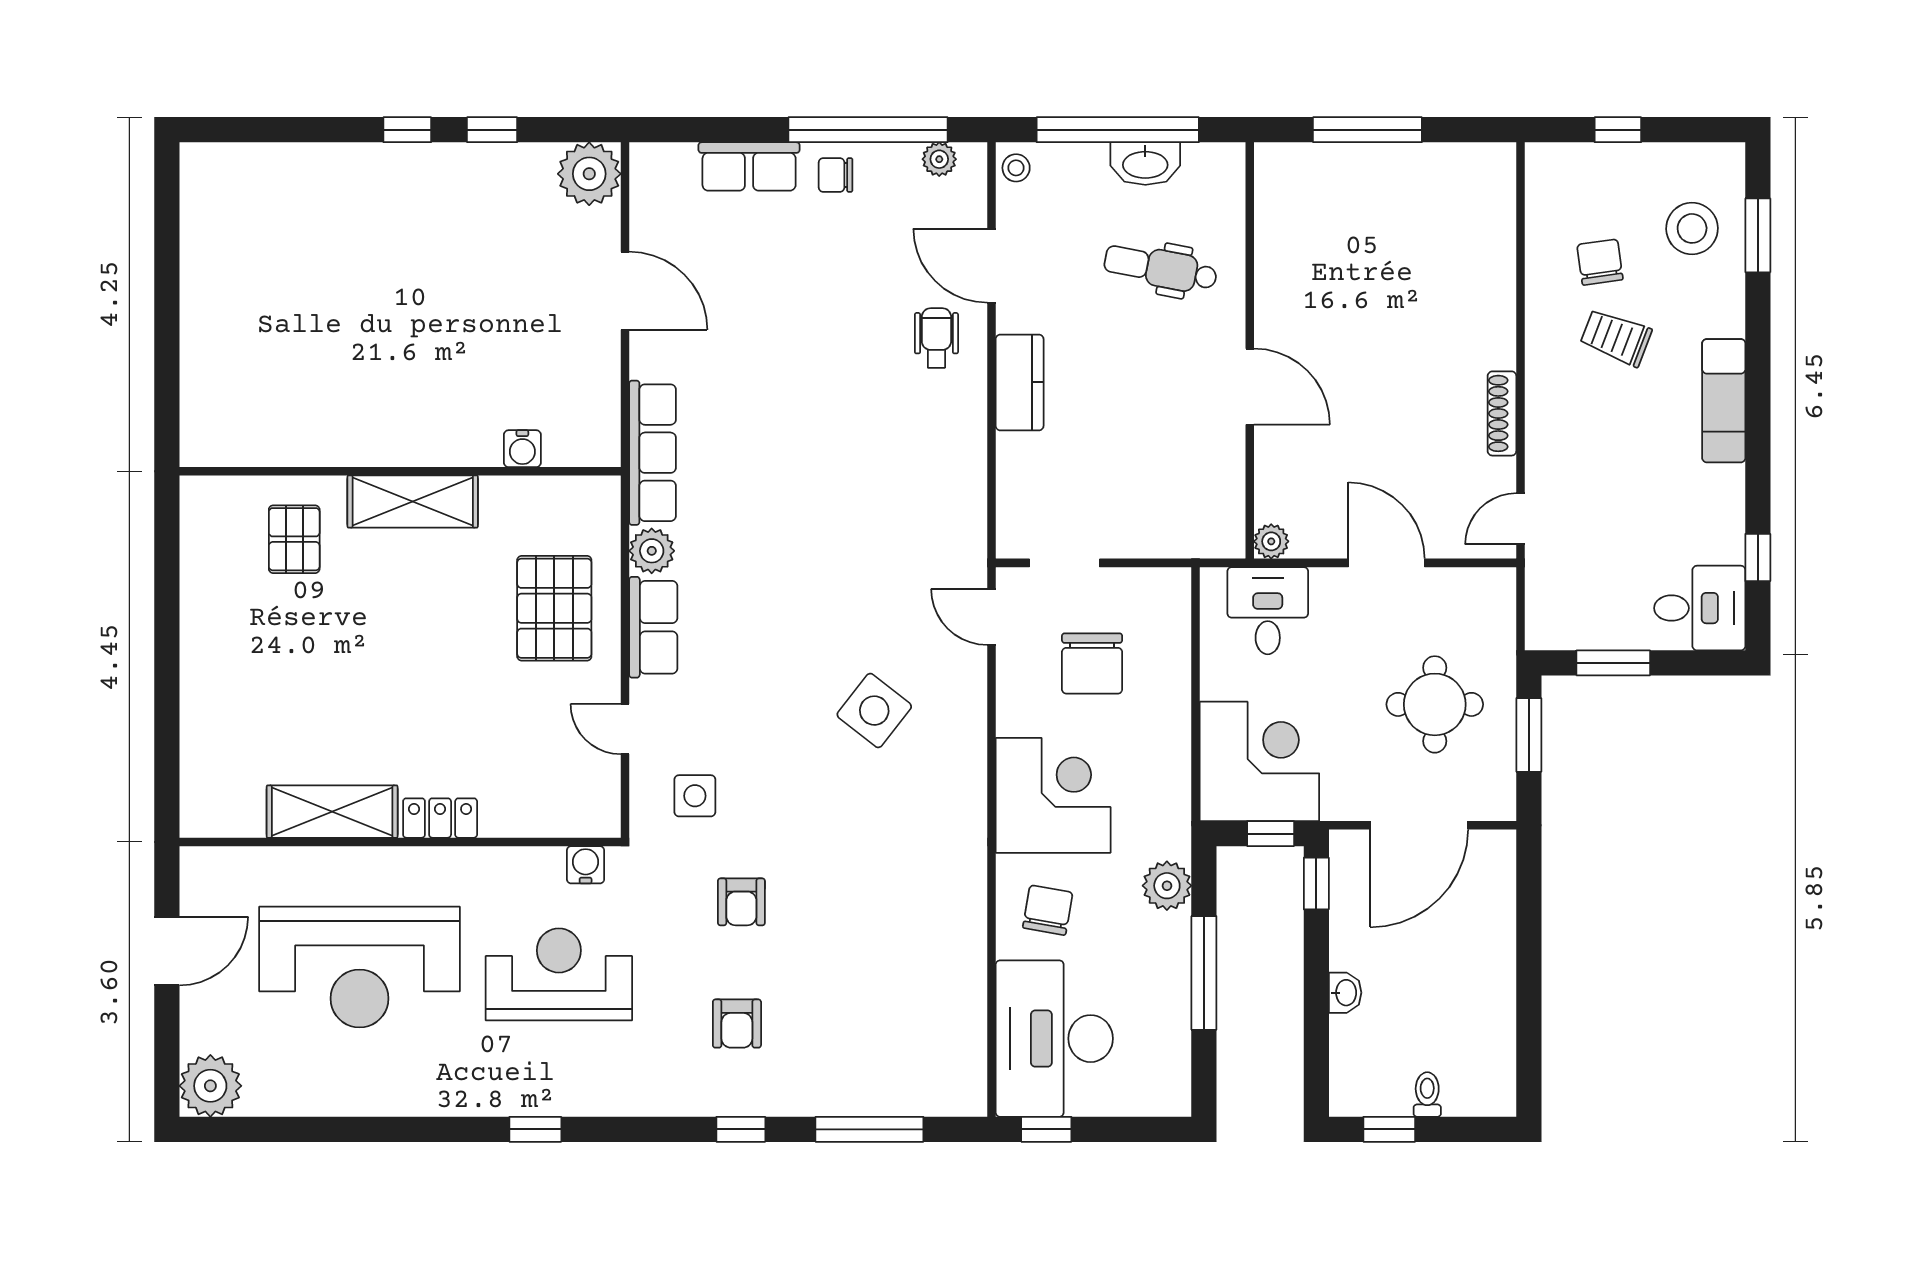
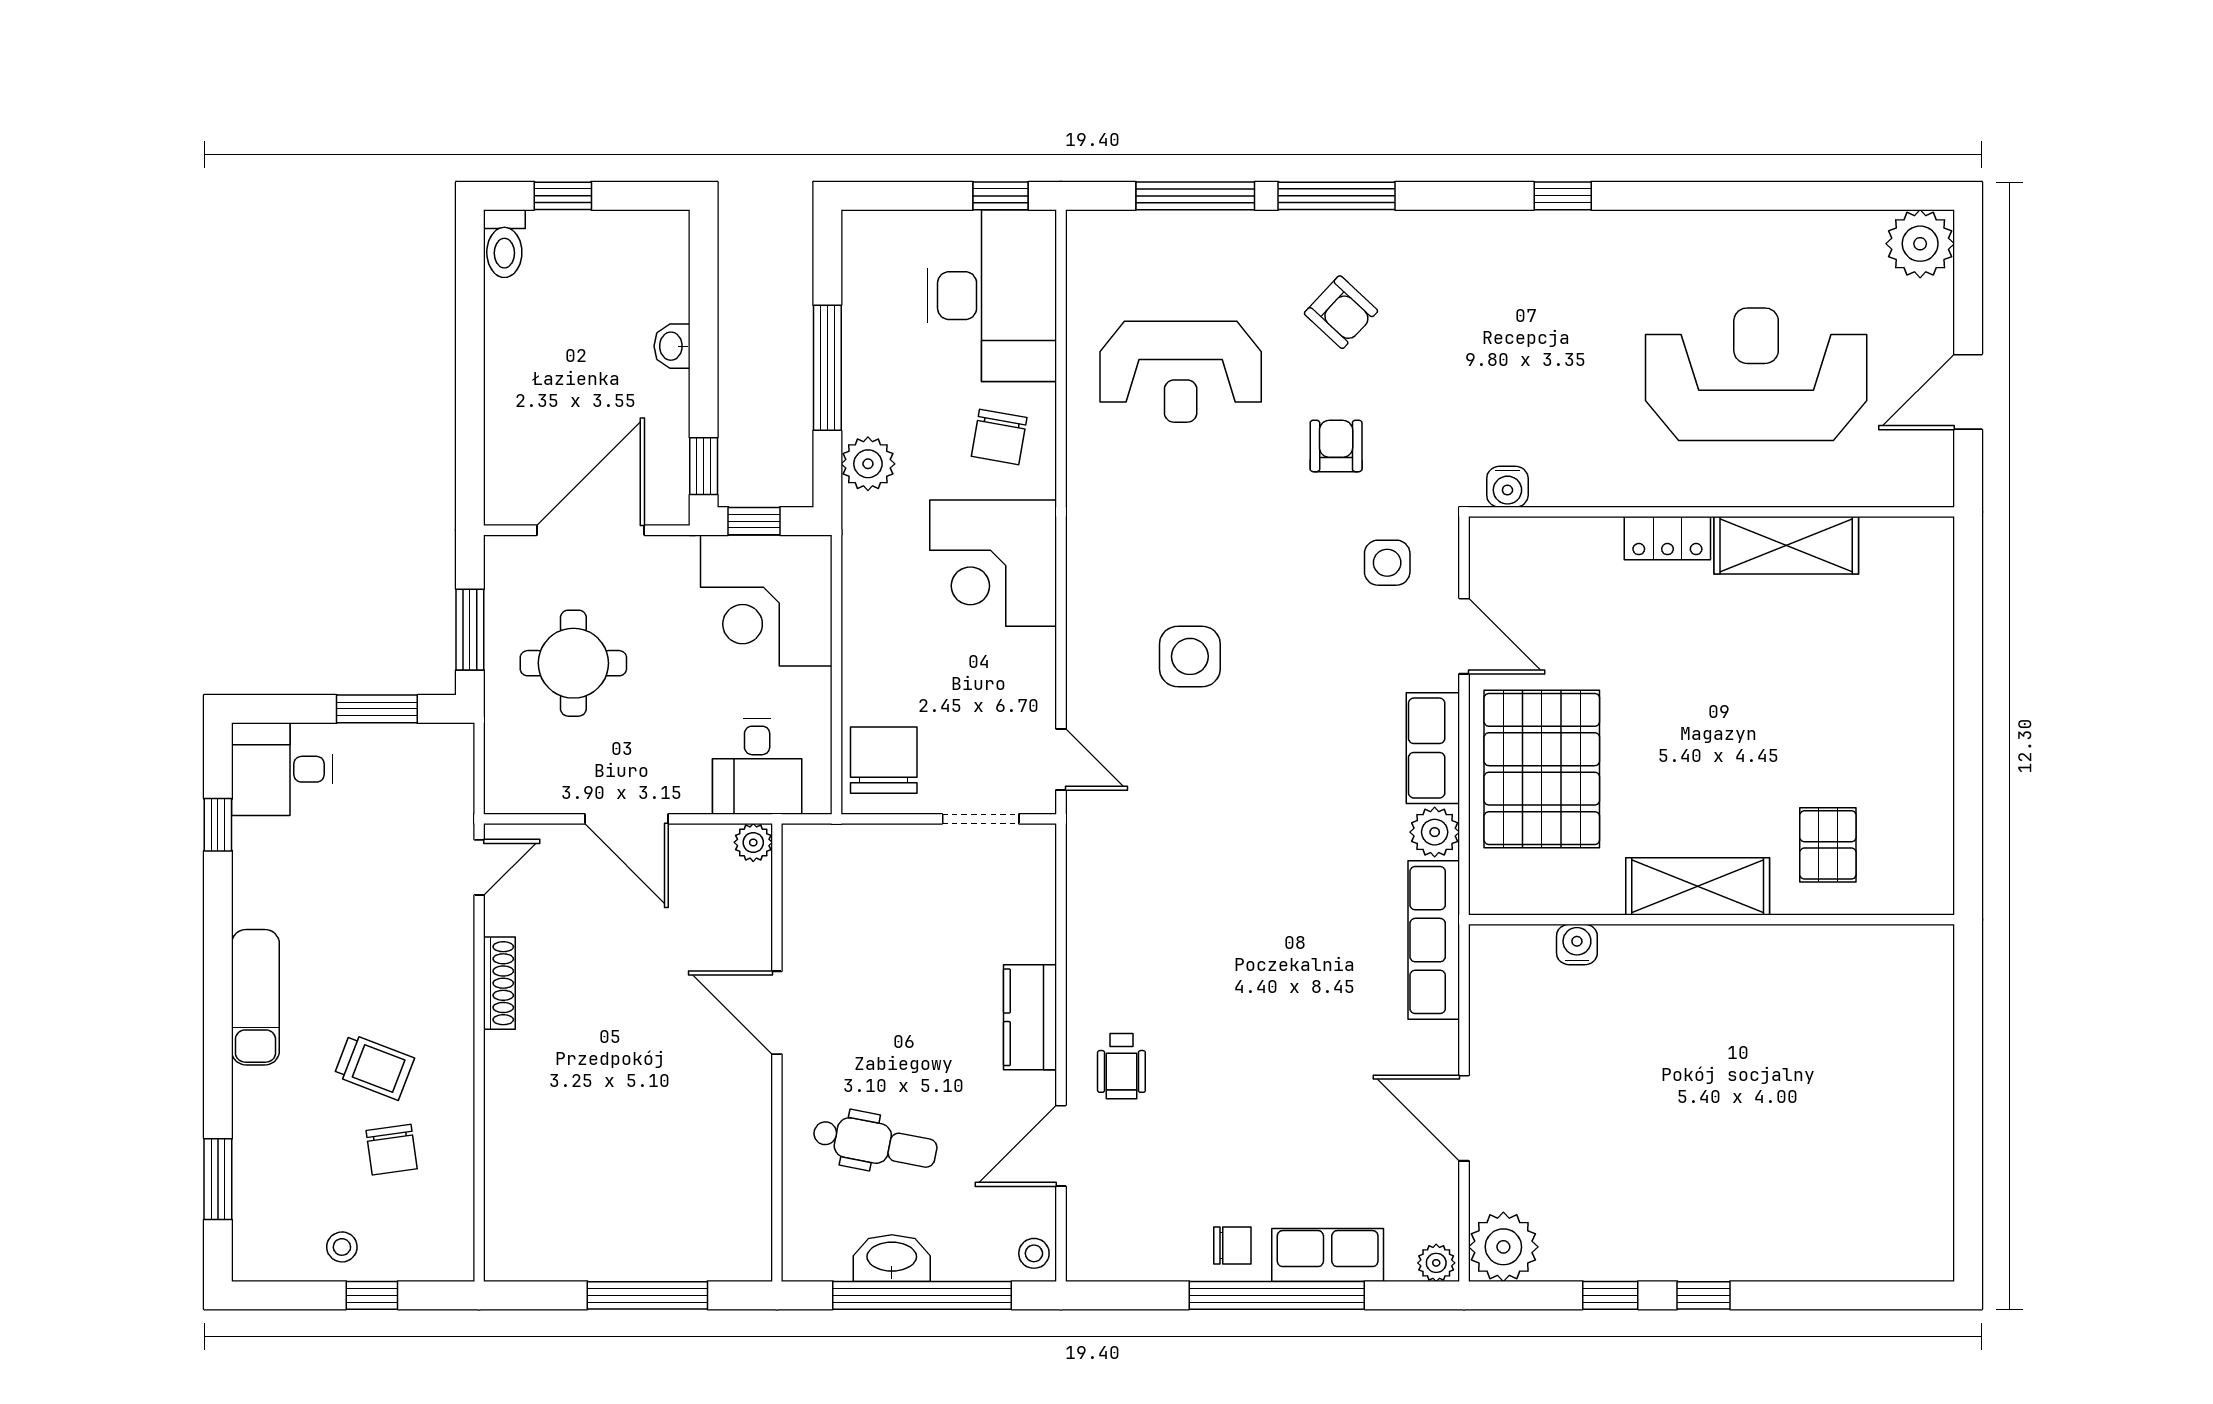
window: (868, 130) -> (1277, 1295), moved
plant: (939, 159) -> (1436, 1263), moved
stool: (1692, 228) -> (342, 1247), moved, width x0.53, depth x0.53
door: (991, 266) -> (1061, 1146), swing flipped
pallet: (554, 608) -> (1542, 769), width x1.37, depth x1.41
chair: (1092, 663) -> (884, 760), moved
side table: (874, 711) -> (1190, 656), turned -38
door: (625, 729) -> (1464, 636), width x1.38
reception desk: (559, 974) -> (1181, 372), moved
armchair: (737, 1024) -> (1341, 312), turned 133
toilet: (1427, 1095) -> (504, 244), moved, width x1.37, depth x1.39
window: (741, 1129) -> (1337, 196), width x2.17
window: (1389, 1129) -> (563, 196), moved

